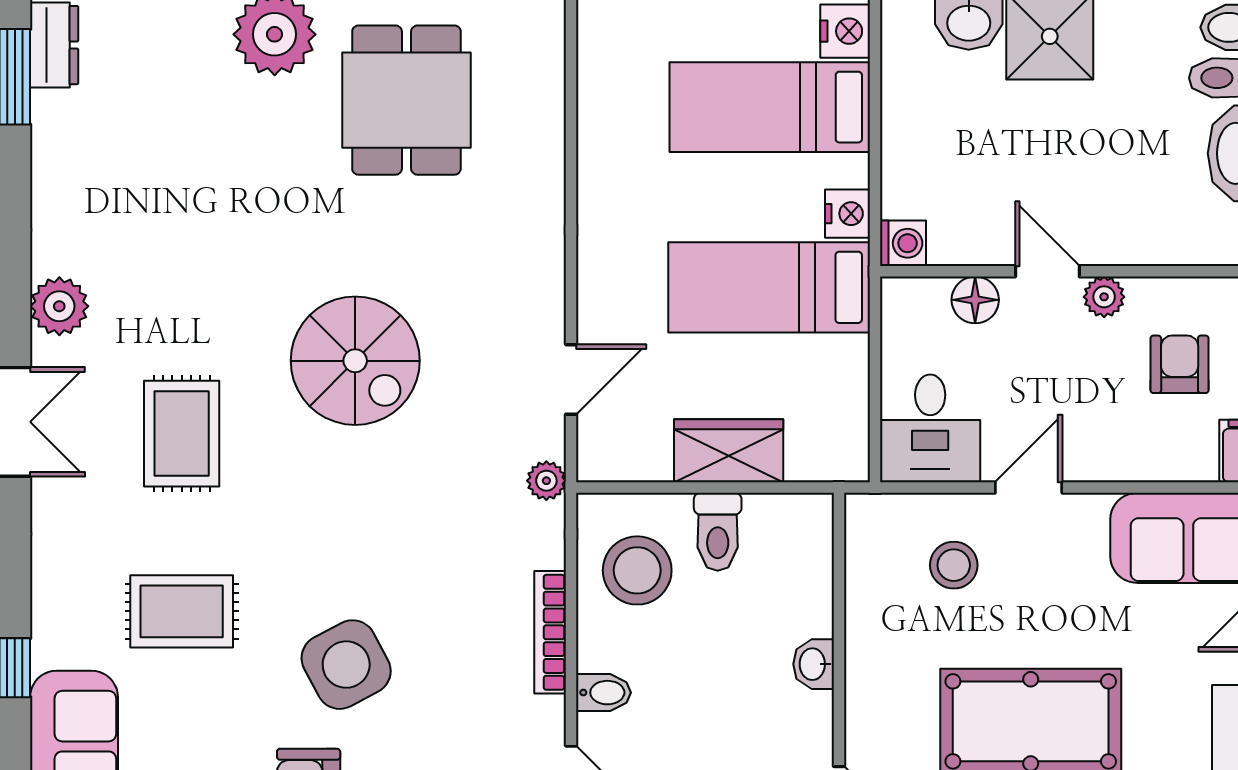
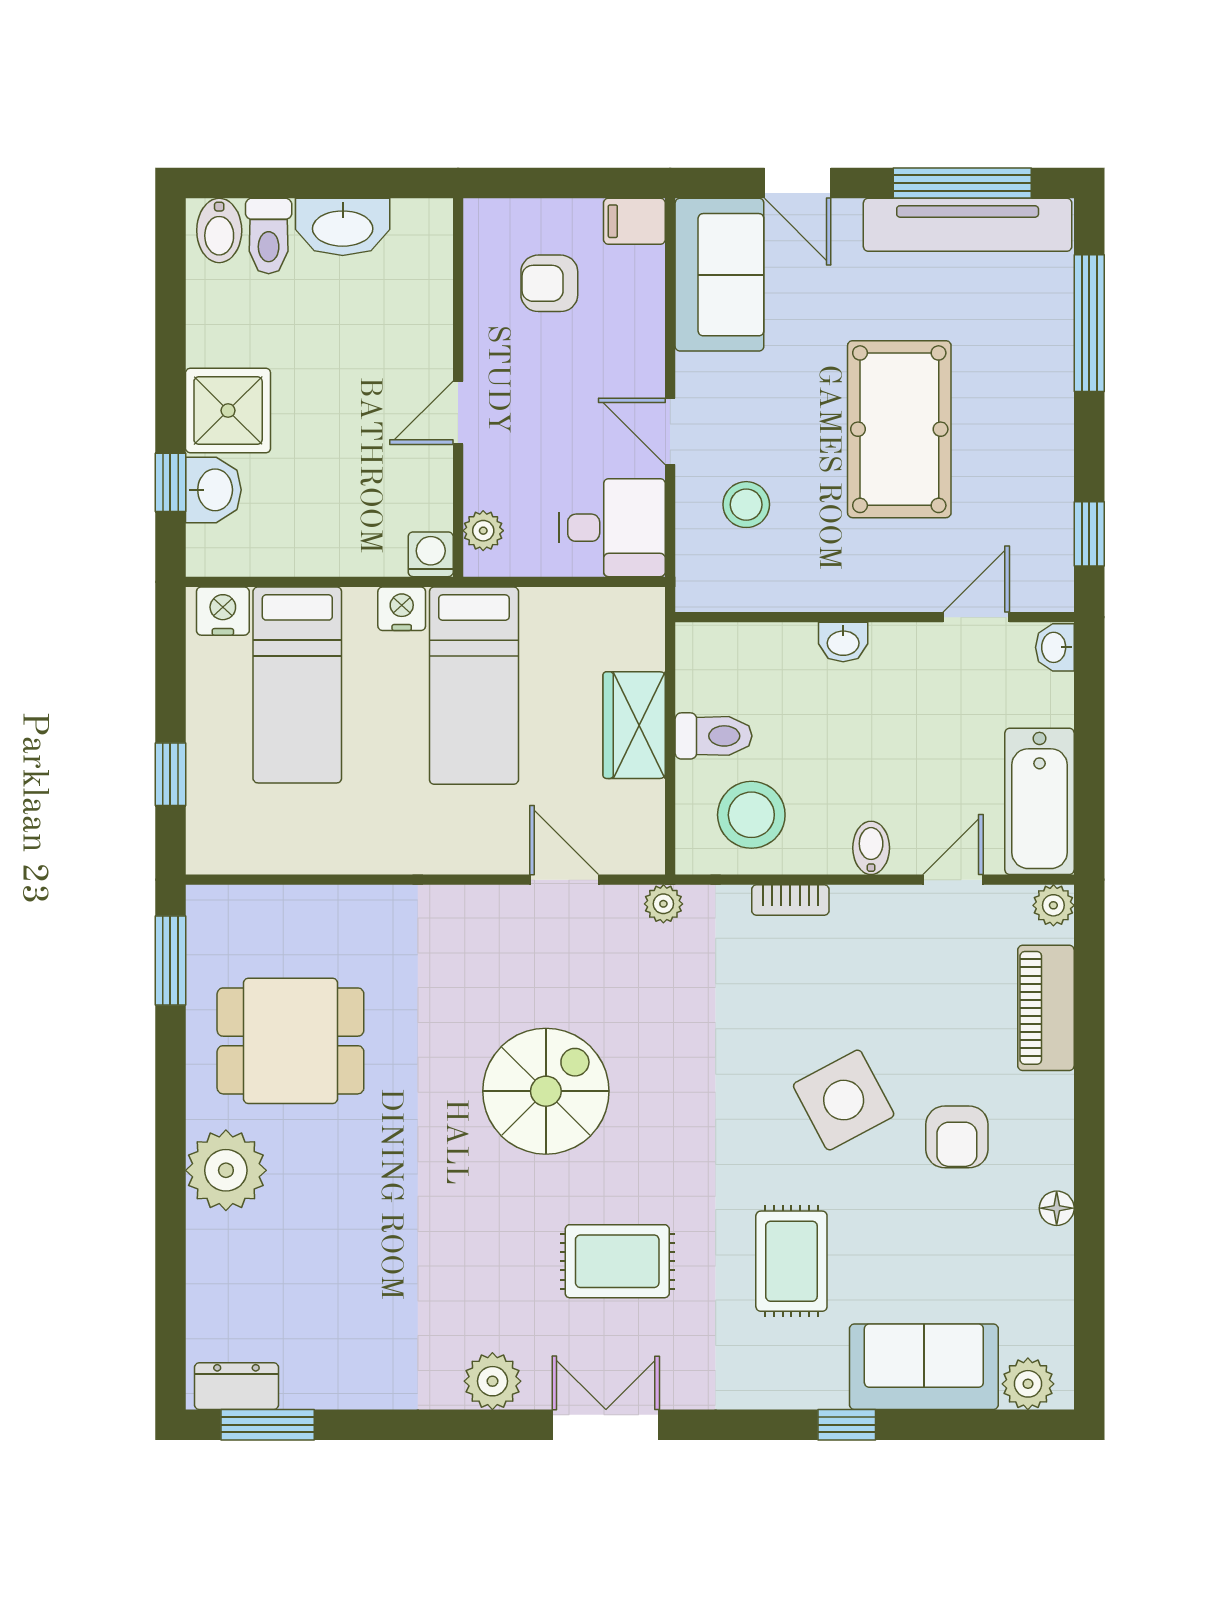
plant: (1104, 297) -> (483, 531), moved
floor lamp: (975, 300) -> (486, 484), removed
bookcase: (550, 632) -> (790, 900), width x0.64

